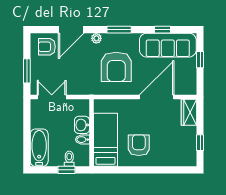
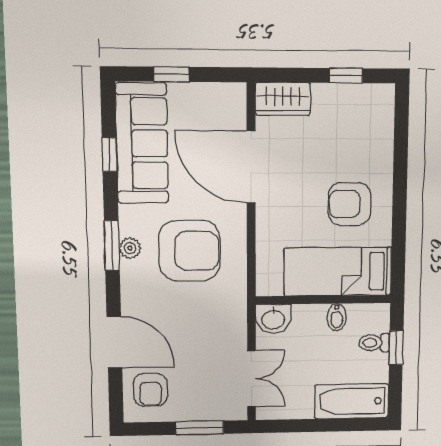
plant: (96, 38) -> (130, 248), moved
double door: (52, 97) -> (252, 379), swing flipped
washbasin: (82, 125) -> (273, 319), moved

